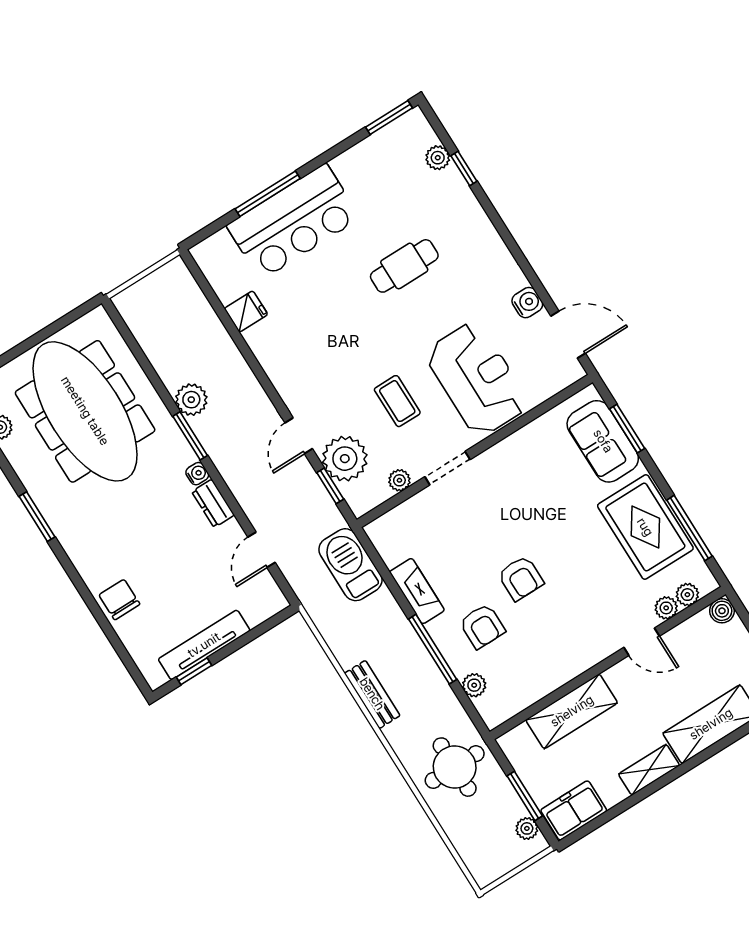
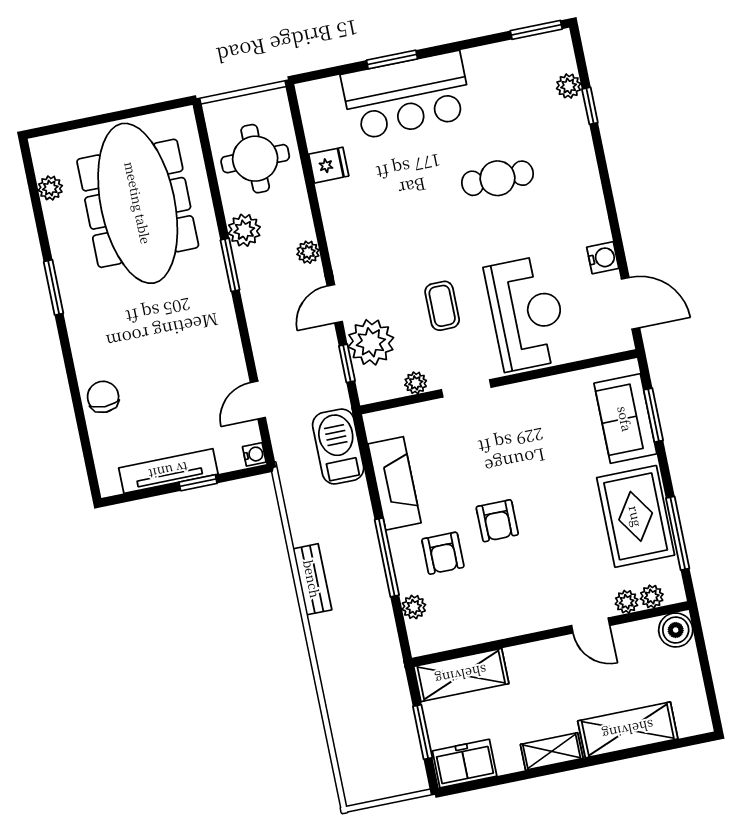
window: (268, 194) -> (392, 60), width x0.69
water cooler: (197, 474) -> (254, 454), moved
dresser: (213, 503) -> (228, 338), removed
fireplace: (417, 591) -> (395, 483), width x1.37, depth x1.32
boiler: (722, 611) -> (676, 630), width x1.36, depth x1.36
window: (194, 671) -> (198, 483), moved
shelving: (572, 711) -> (461, 675), moved
round table: (455, 767) -> (255, 159), moved
plant: (527, 828) -> (308, 252), moved

